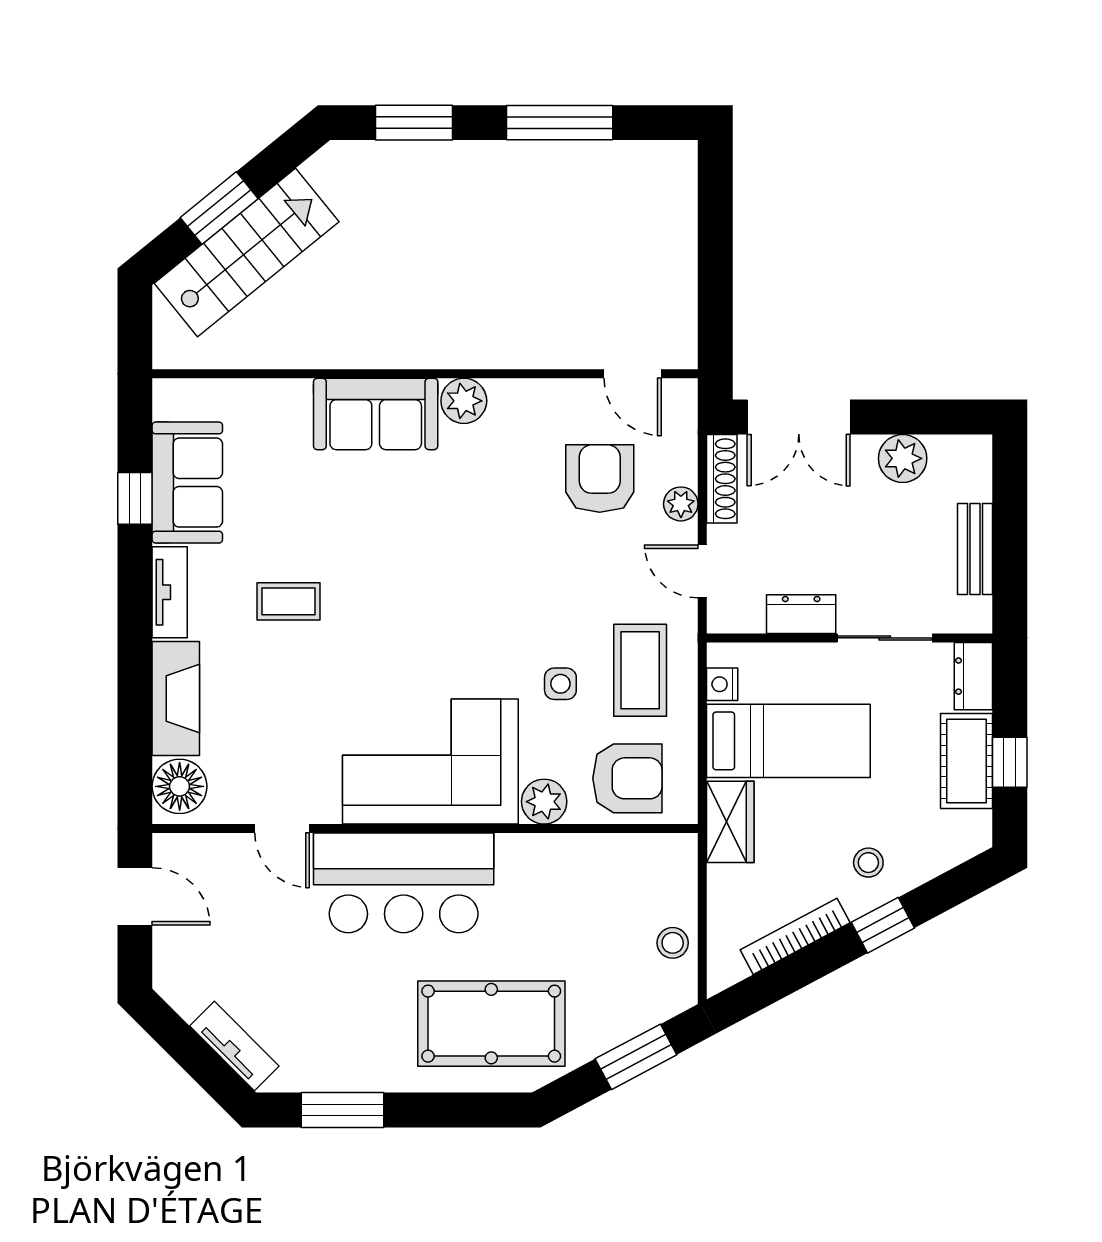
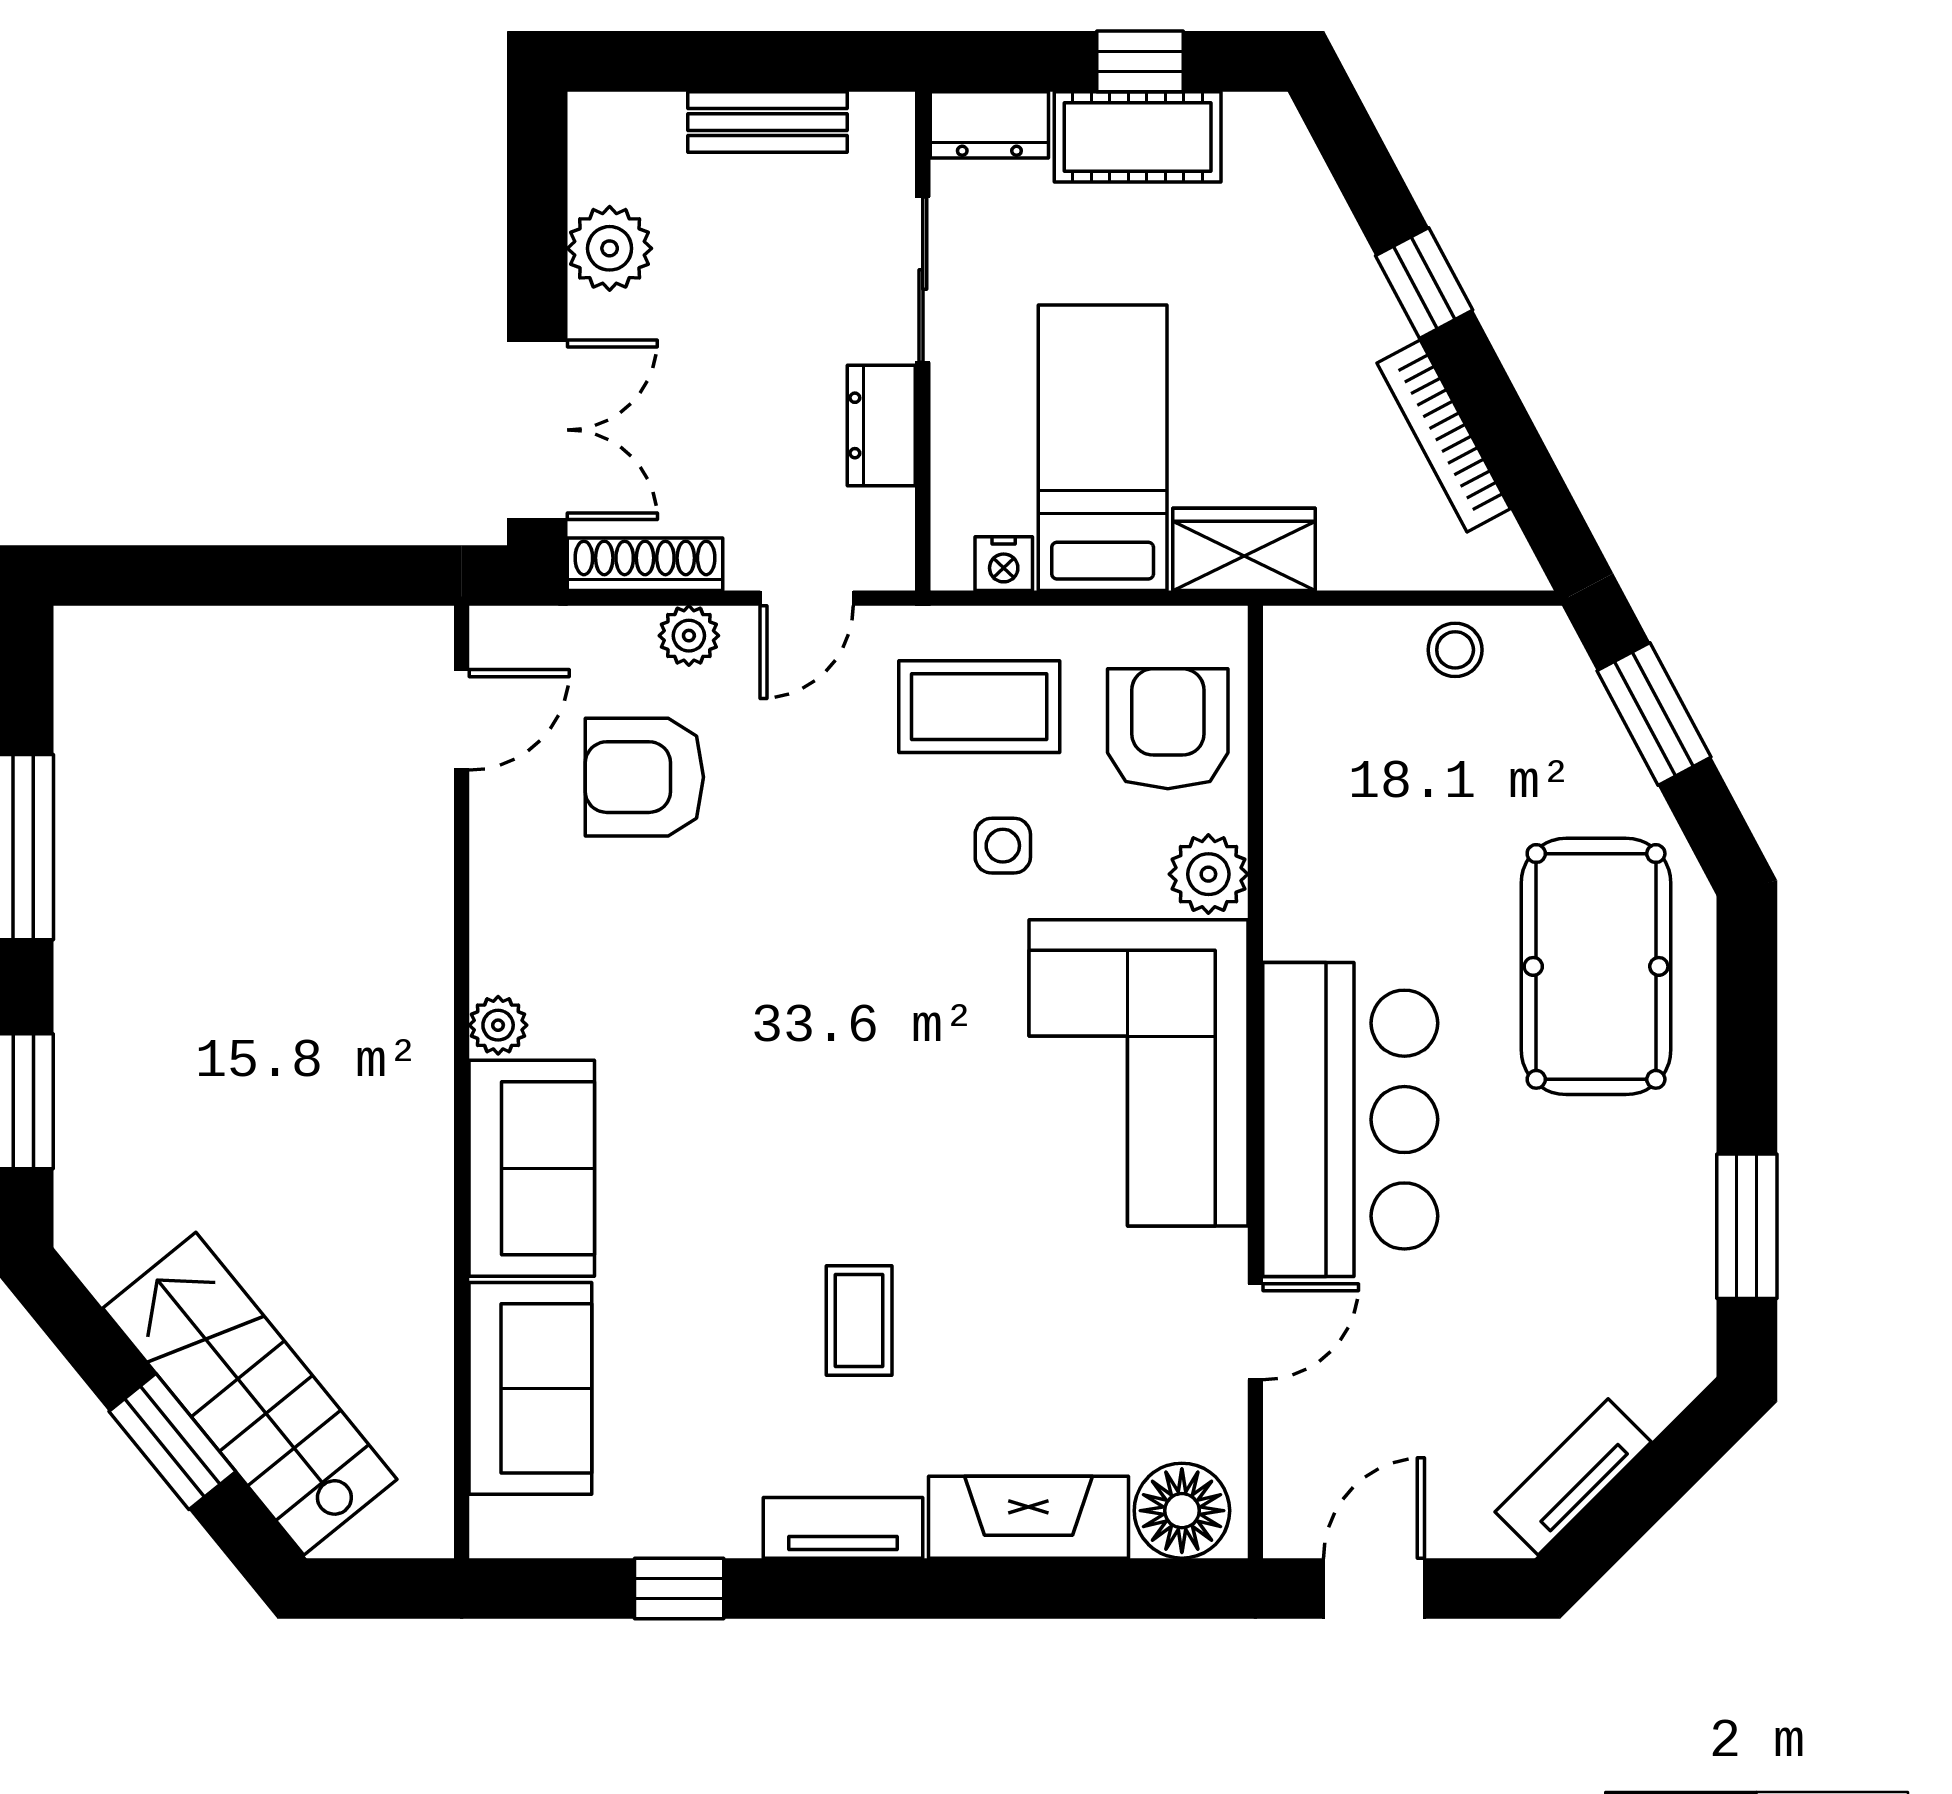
plant: (464, 401) -> (498, 1025), width x0.73, depth x0.73
sofa: (187, 483) -> (530, 1388), moved, turned 90
stool: (868, 863) -> (1315, 308), removed
tv unit: (234, 1046) -> (1573, 1477), moved

